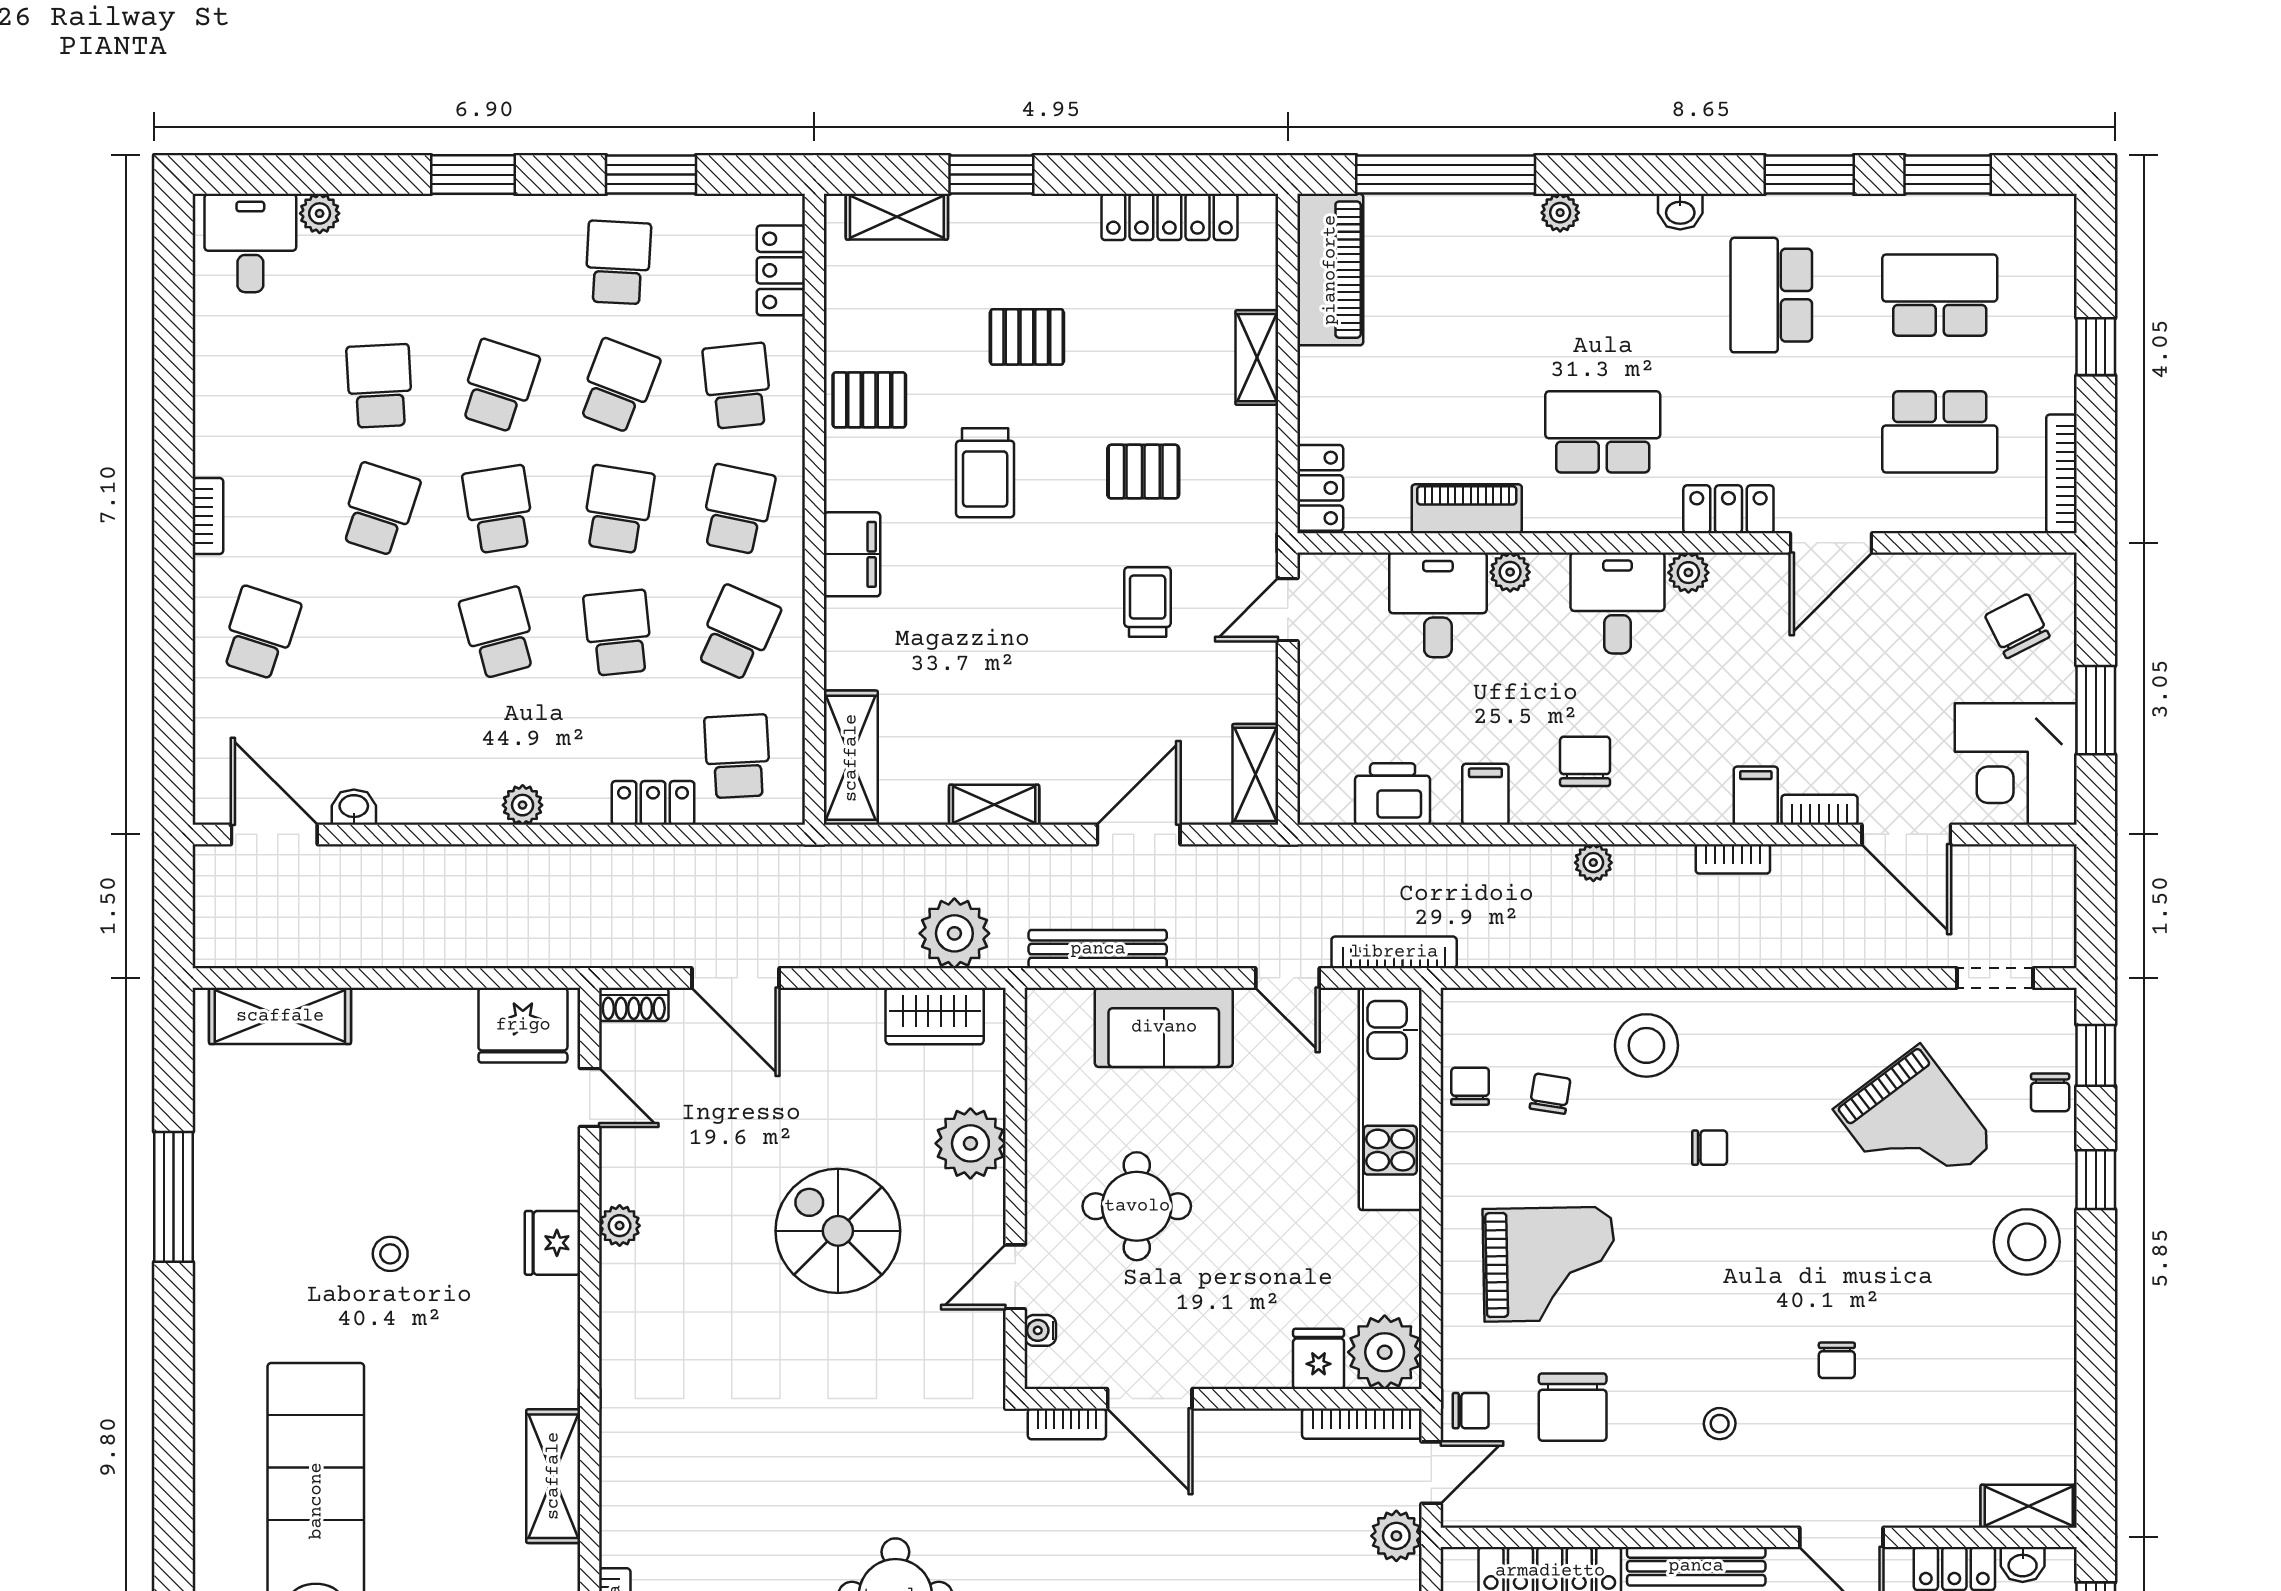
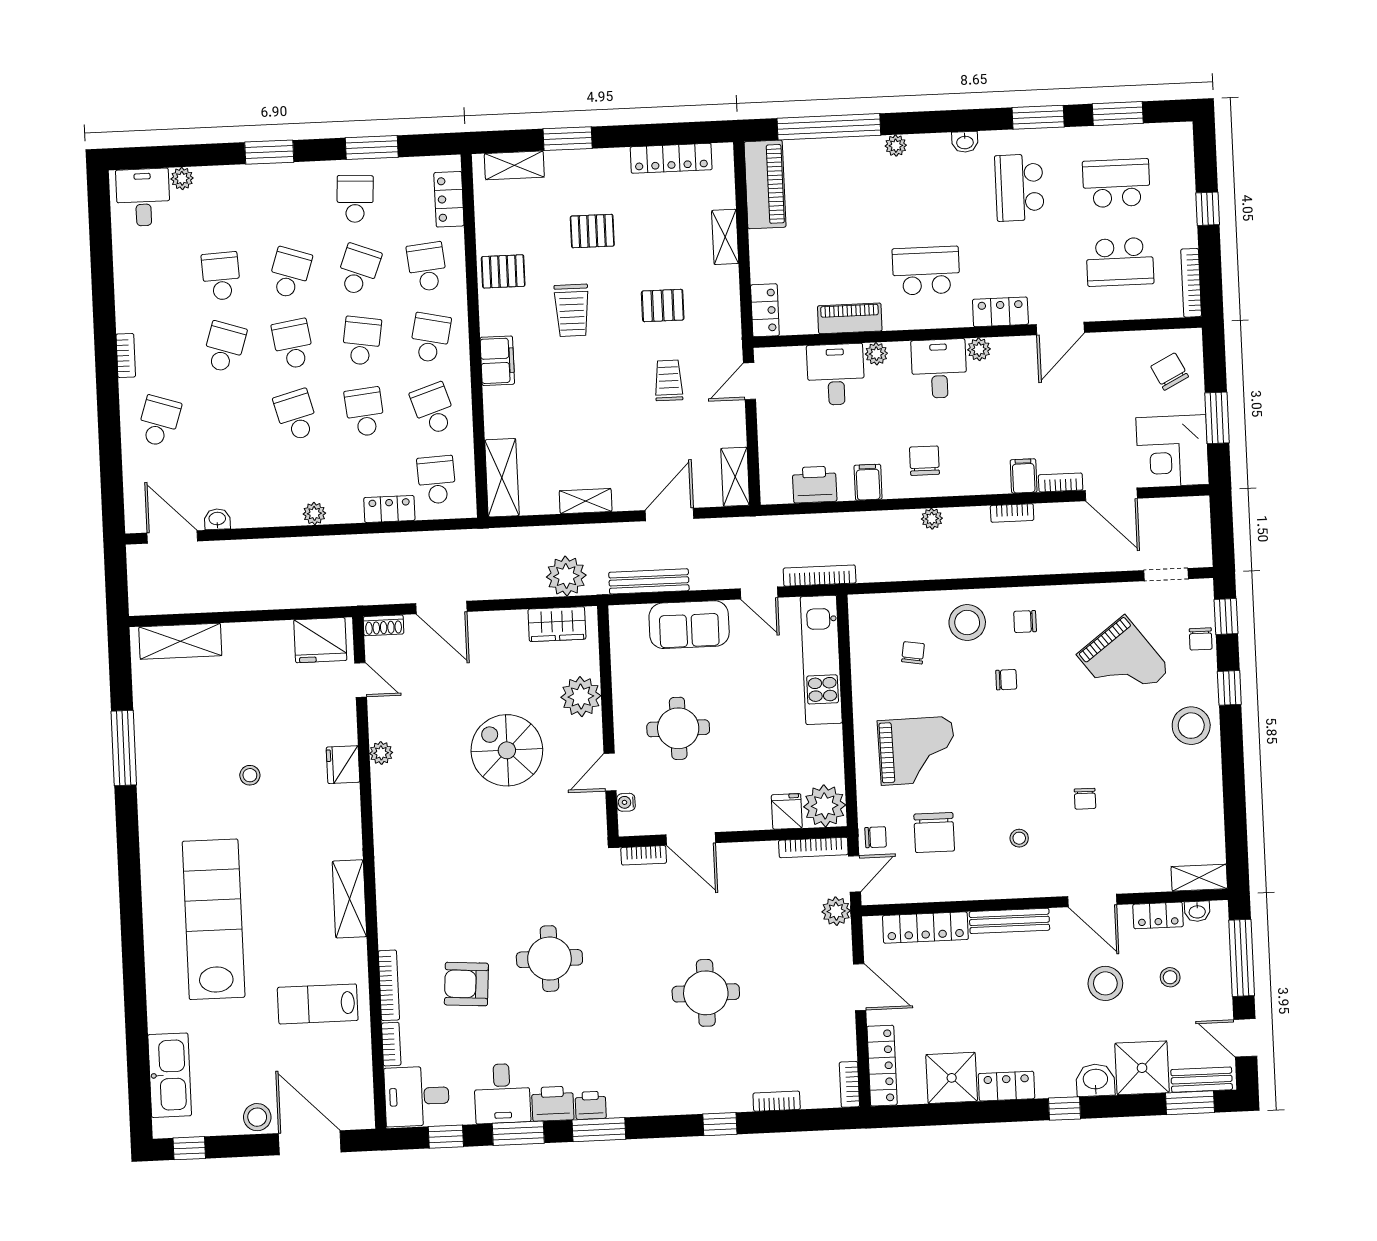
school desk: (737, 633) -> (433, 409), turned -42
chair: (1470, 1086) -> (1025, 622), moved, turned -90

